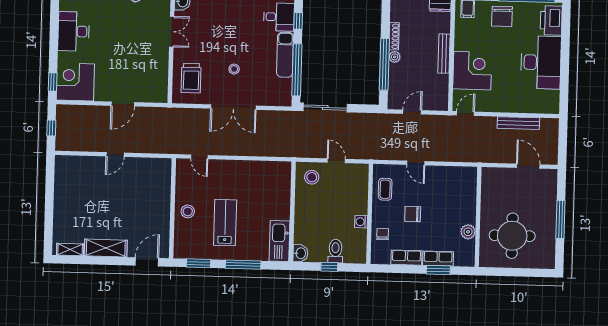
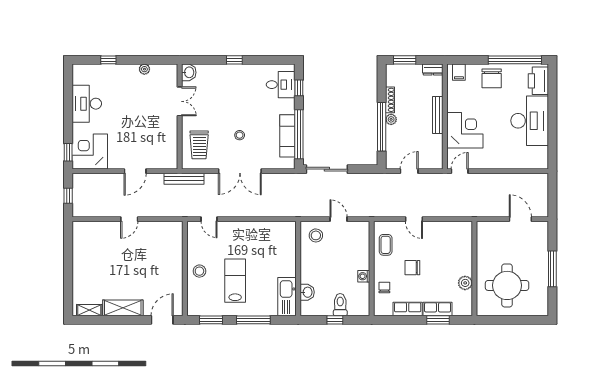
exam couch: (285, 55) -> (287, 136), moved
bench: (518, 123) -> (184, 179), moved
washbasin: (300, 253) -> (307, 292), moved

